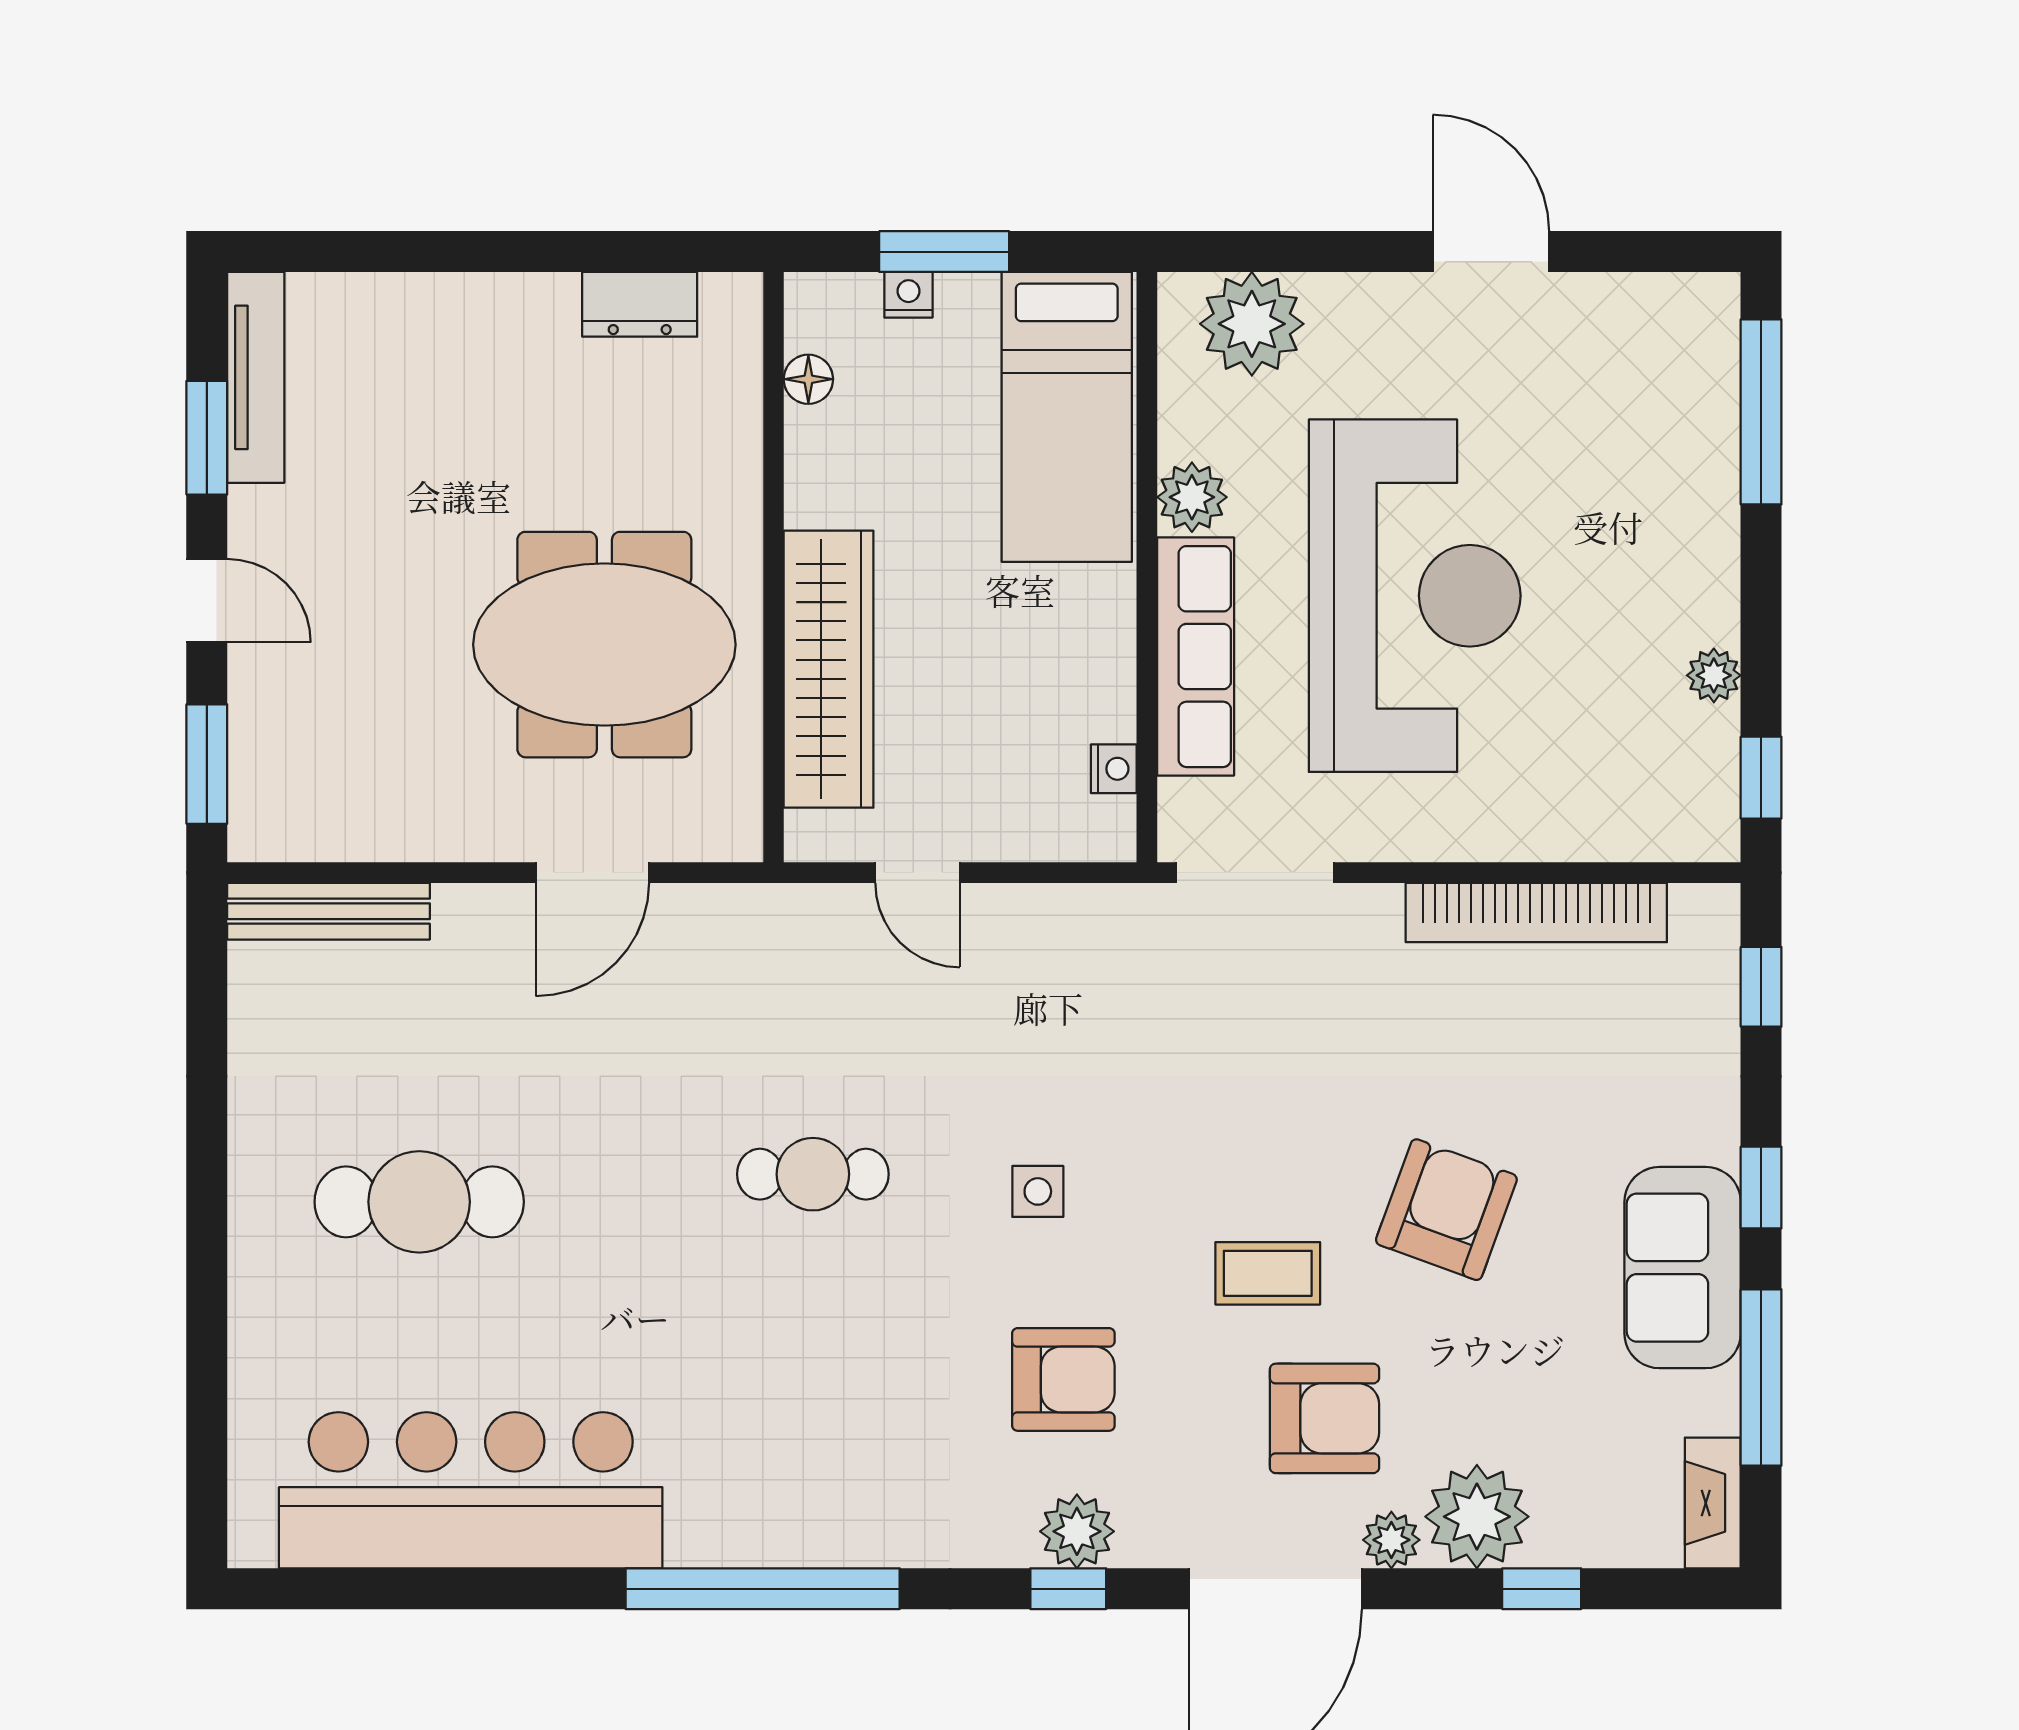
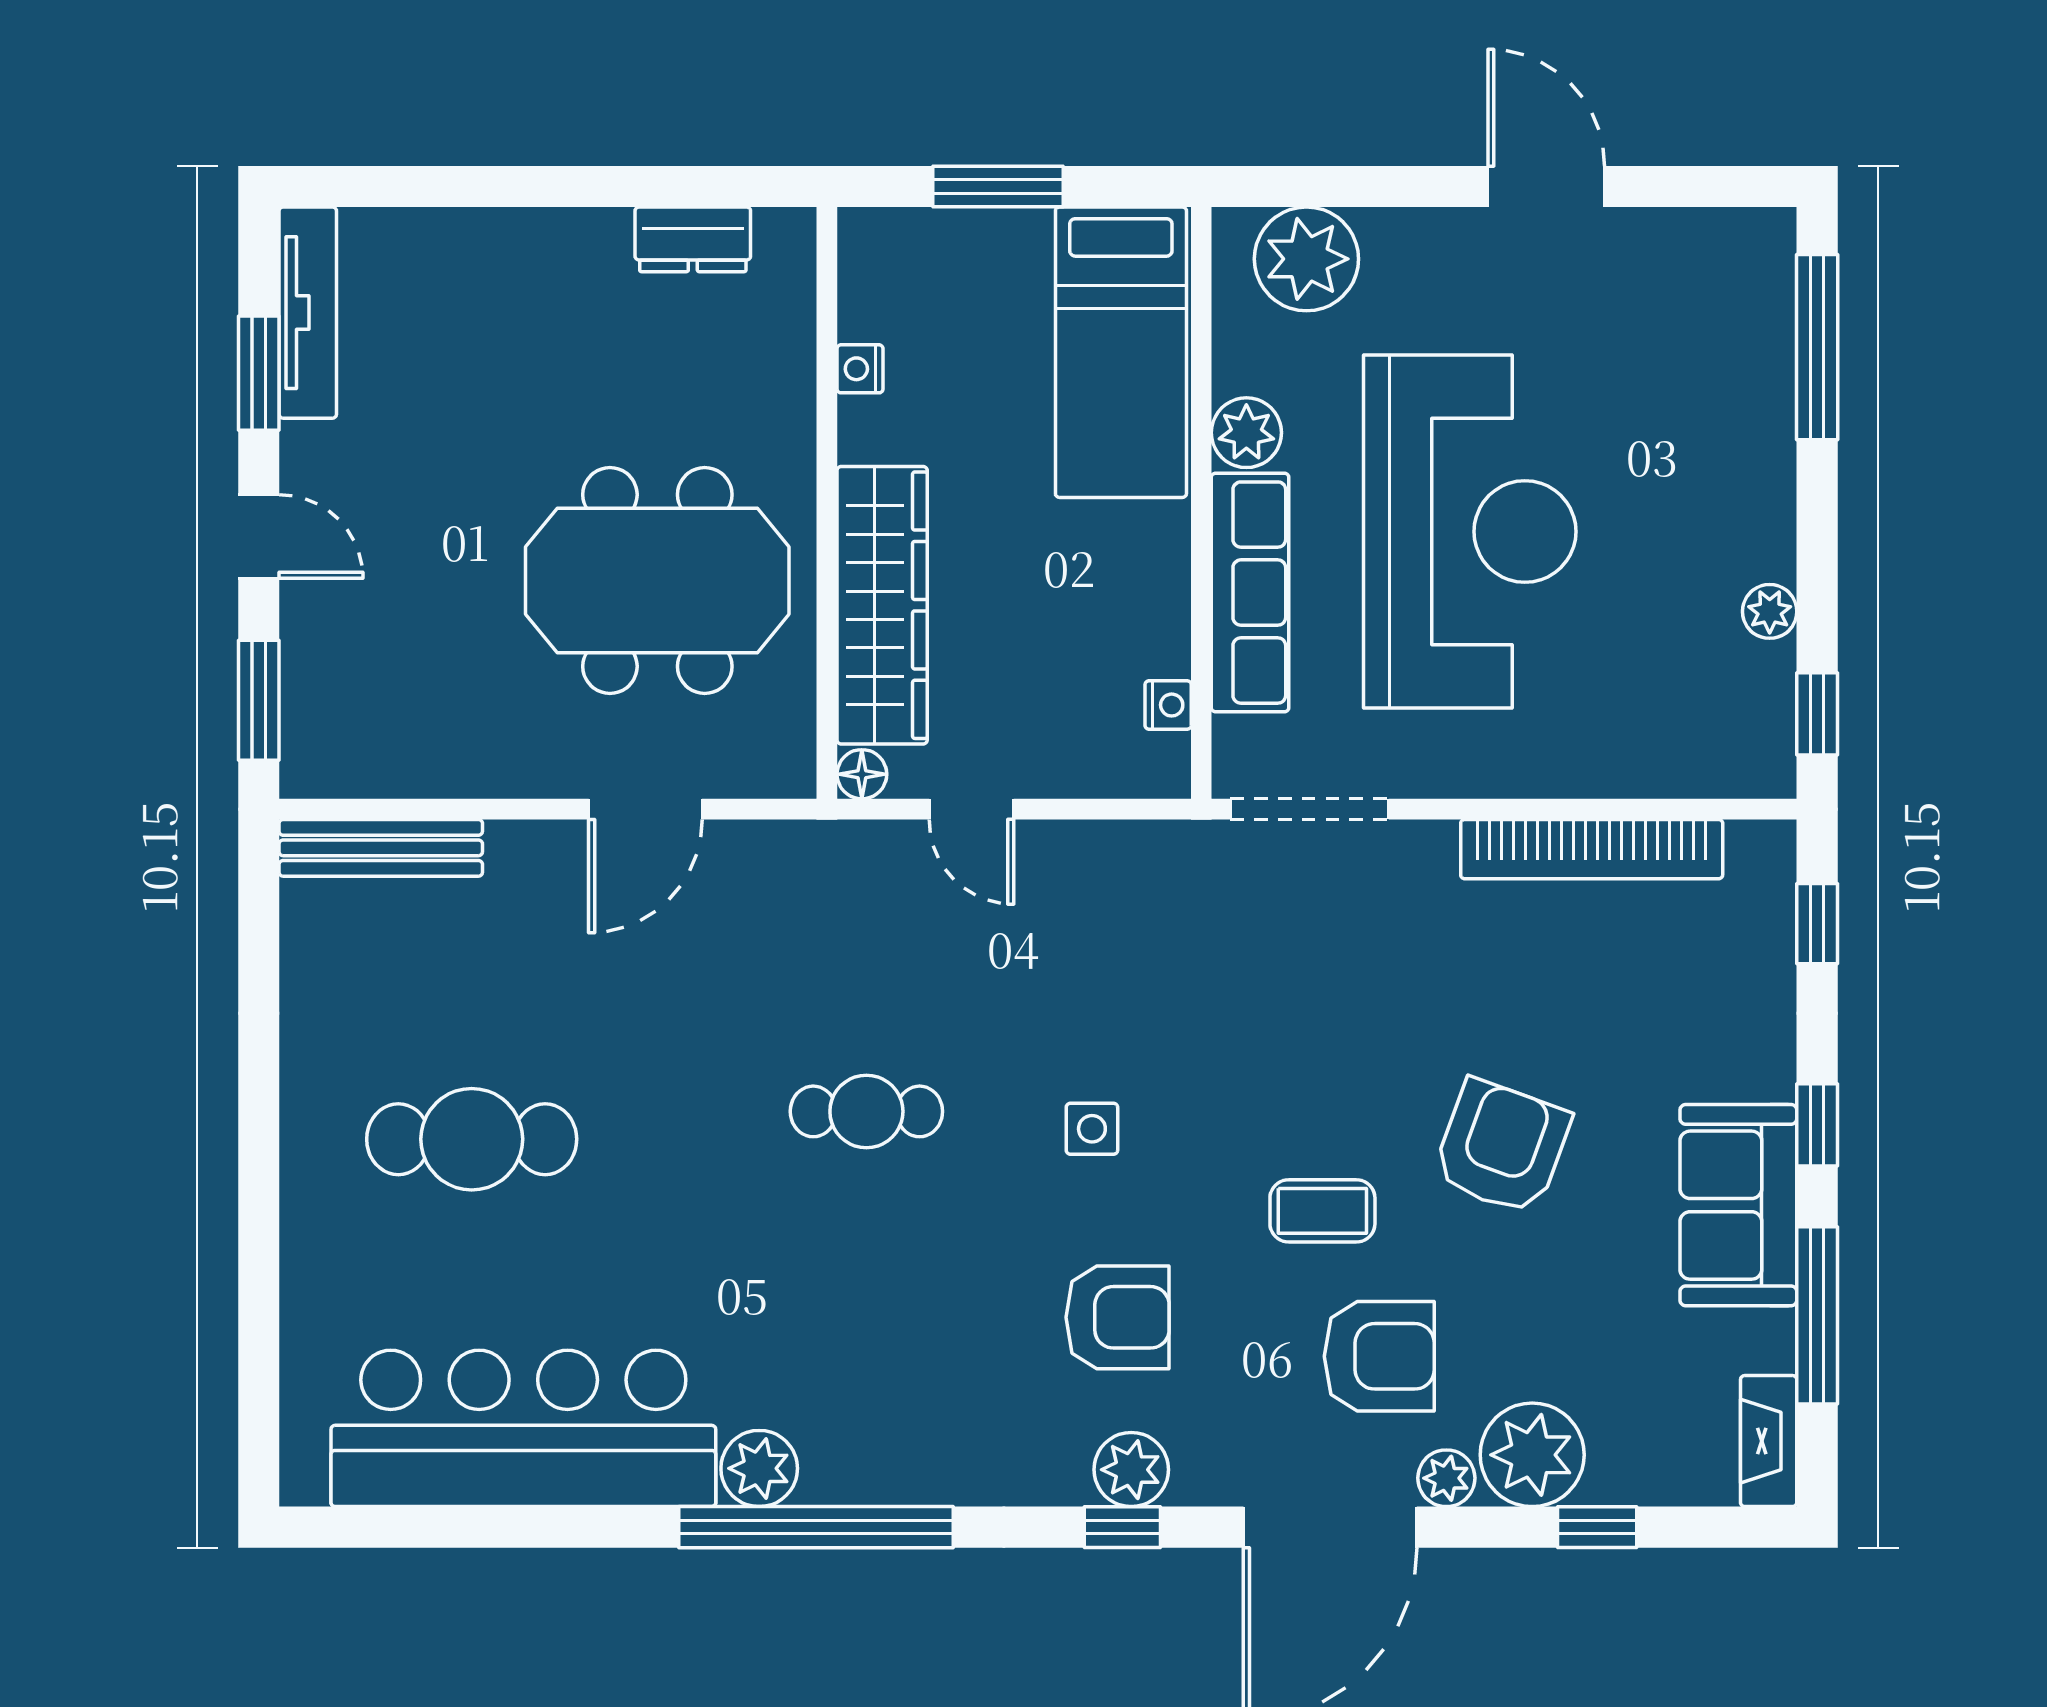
nightstand: (908, 295) -> (860, 369), moved, turned -90
floor lamp: (808, 379) -> (862, 774), moved
plant: (706, 1530) -> (759, 1468), added

